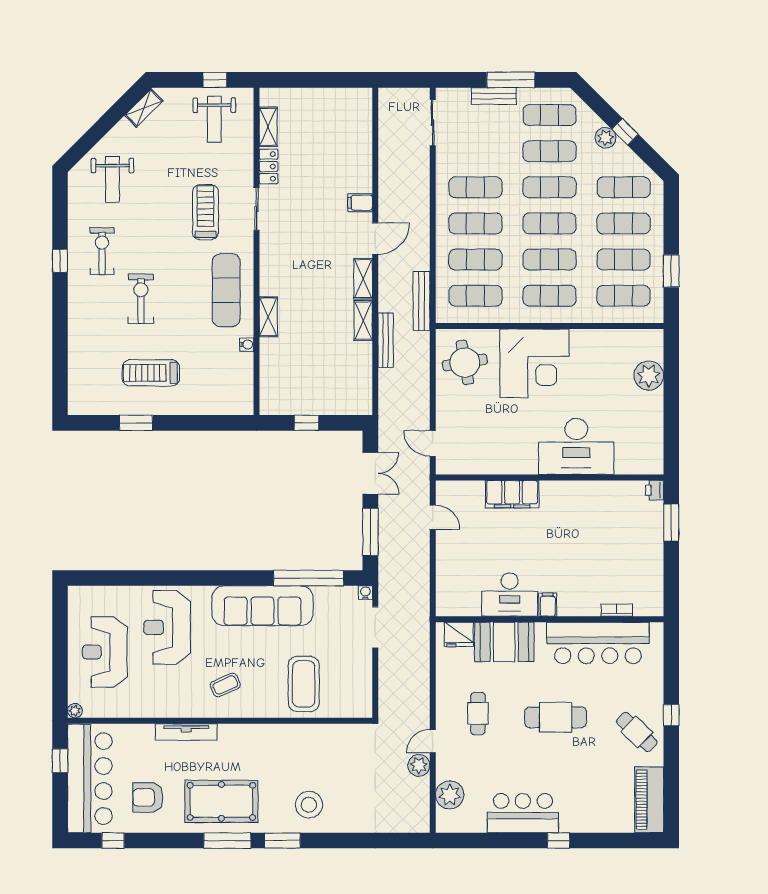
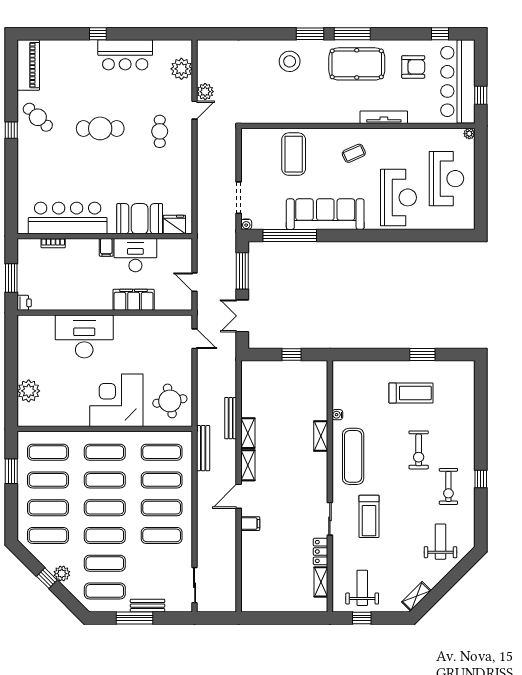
desk: (510, 595) -> (135, 255), moved
filing cabinet: (548, 605) -> (106, 247), moved
bookcase: (617, 610) -> (53, 243), moved
wall: (550, 619) -> (105, 236), moved
fridge: (459, 634) -> (174, 225), moved
booth: (504, 642) -> (140, 219), moved
bar counter: (598, 643) -> (68, 218), moved

